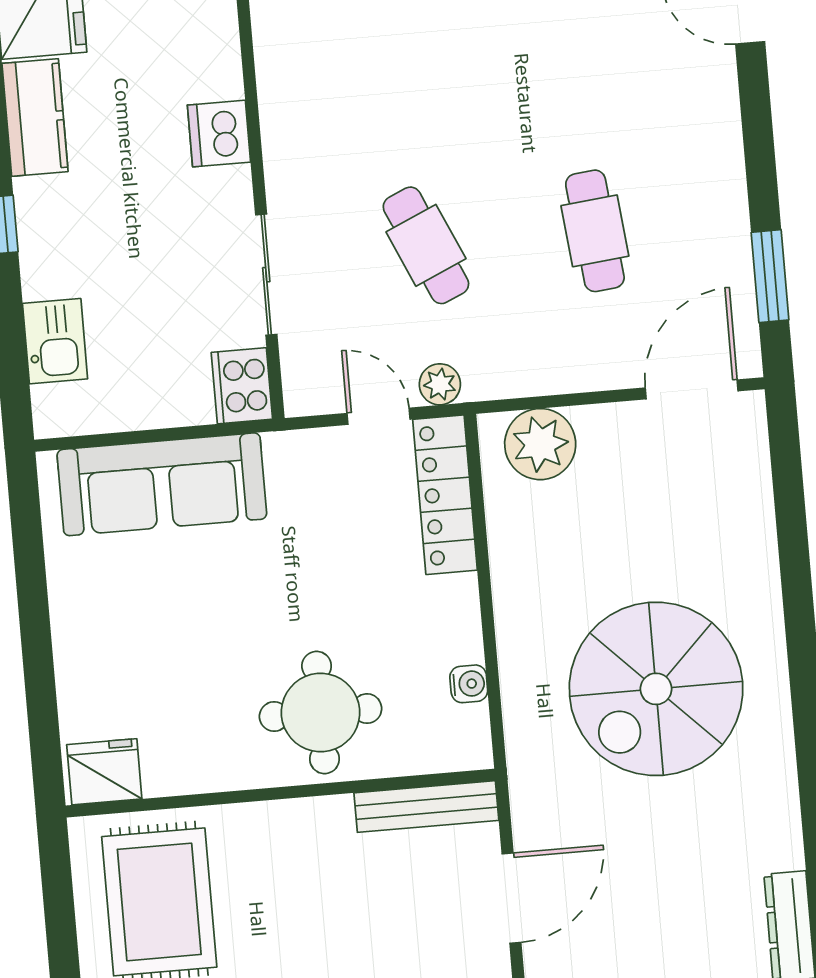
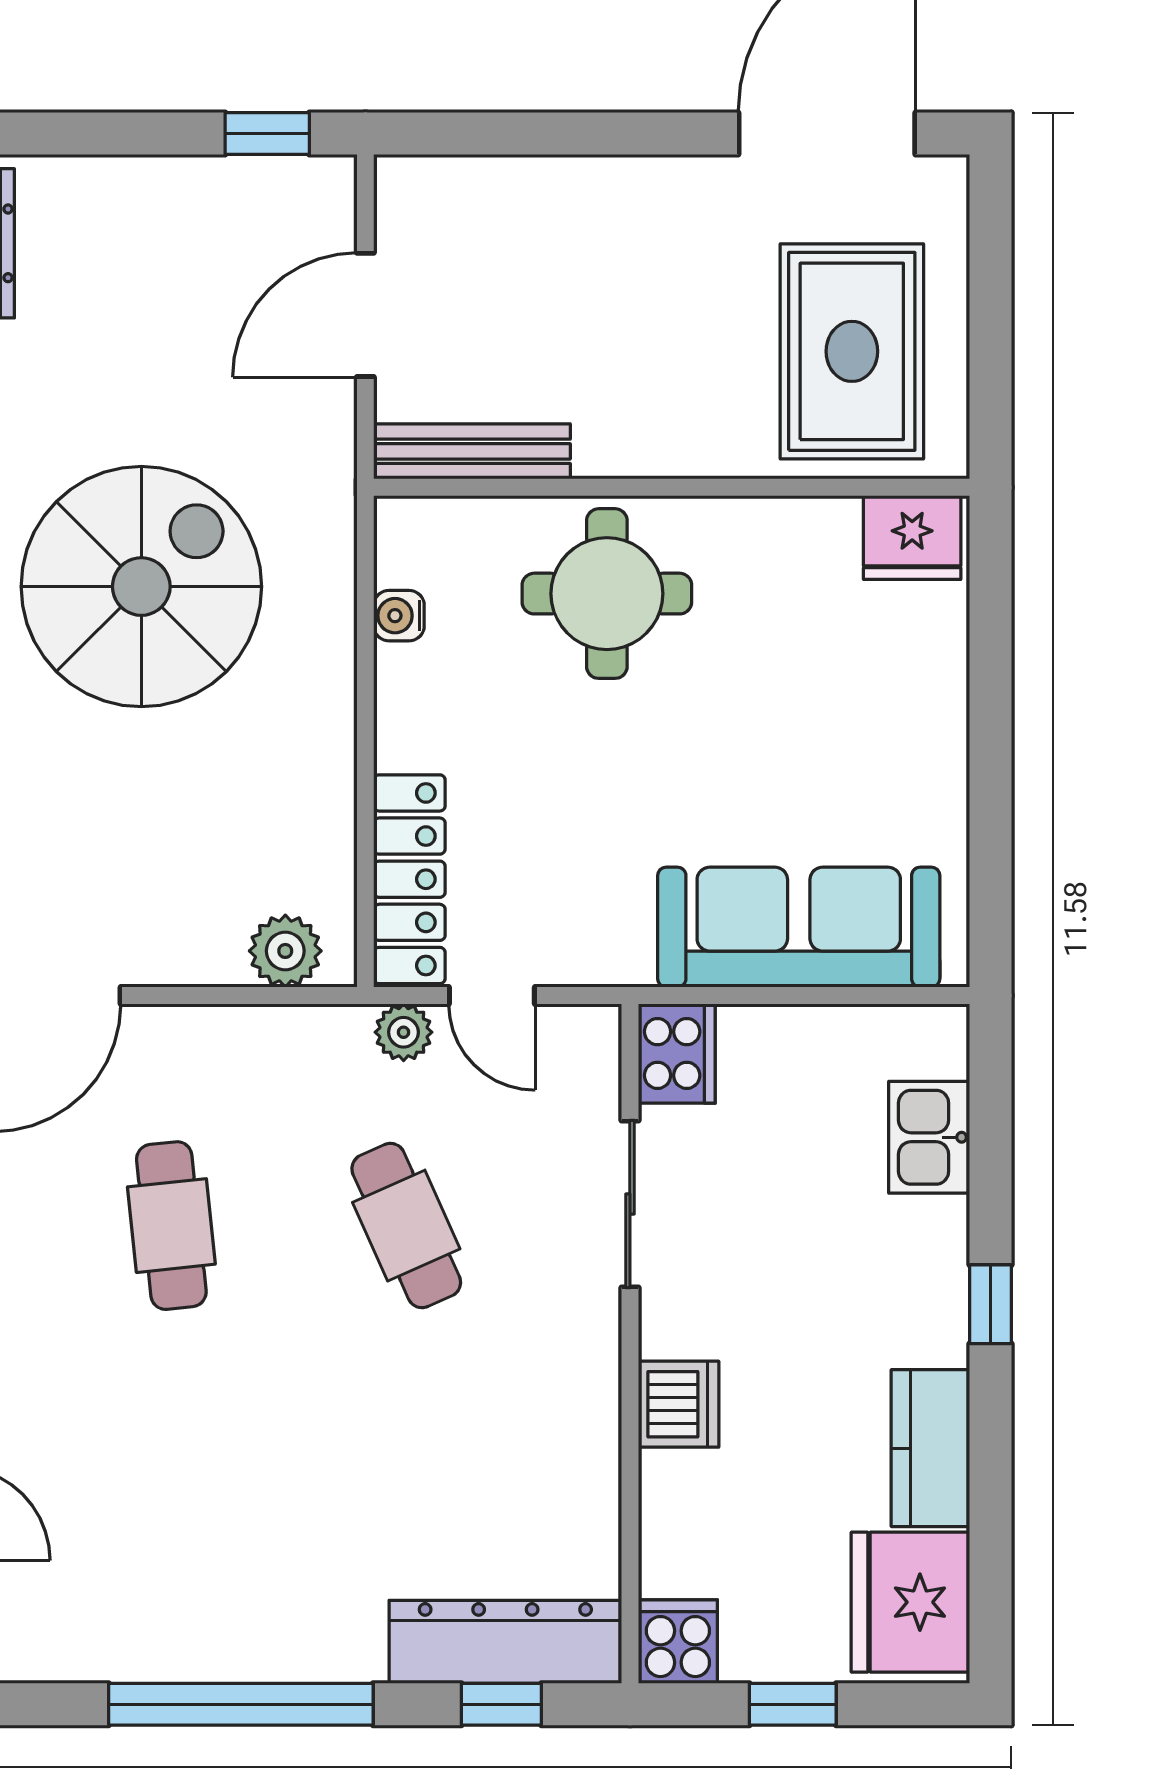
plant: (540, 444) -> (285, 951), width x0.73, depth x0.73

